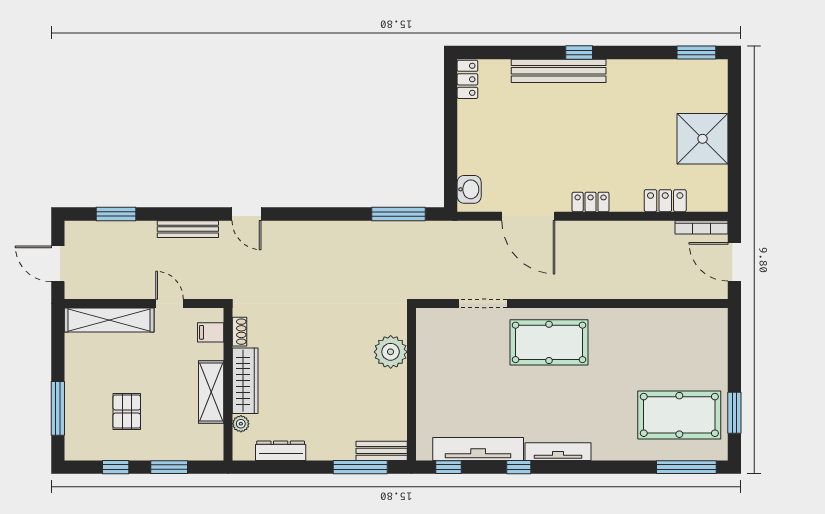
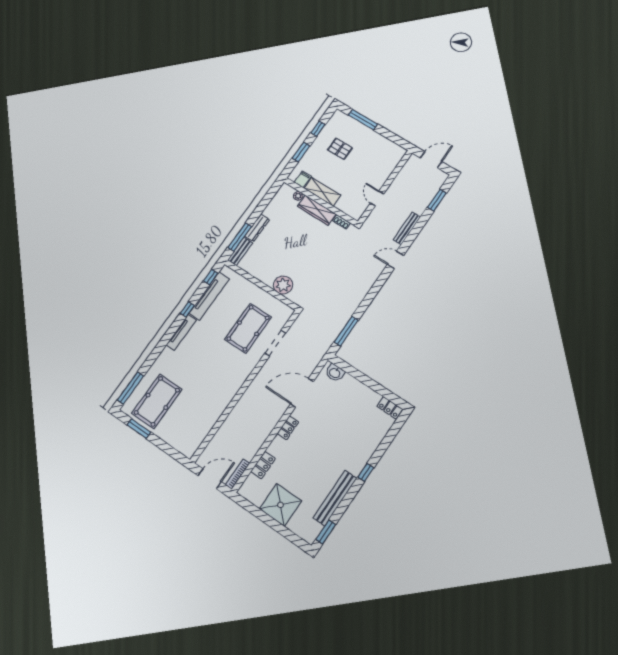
bench: (559, 71) -> (335, 498), moved
door: (170, 303) -> (377, 198), swing flipped
shelving: (109, 320) -> (388, 167), removed
filing cabinet: (211, 332) -> (303, 179), moved
pool table: (549, 342) -> (248, 328), moved
dresser: (281, 451) -> (257, 228), moved

